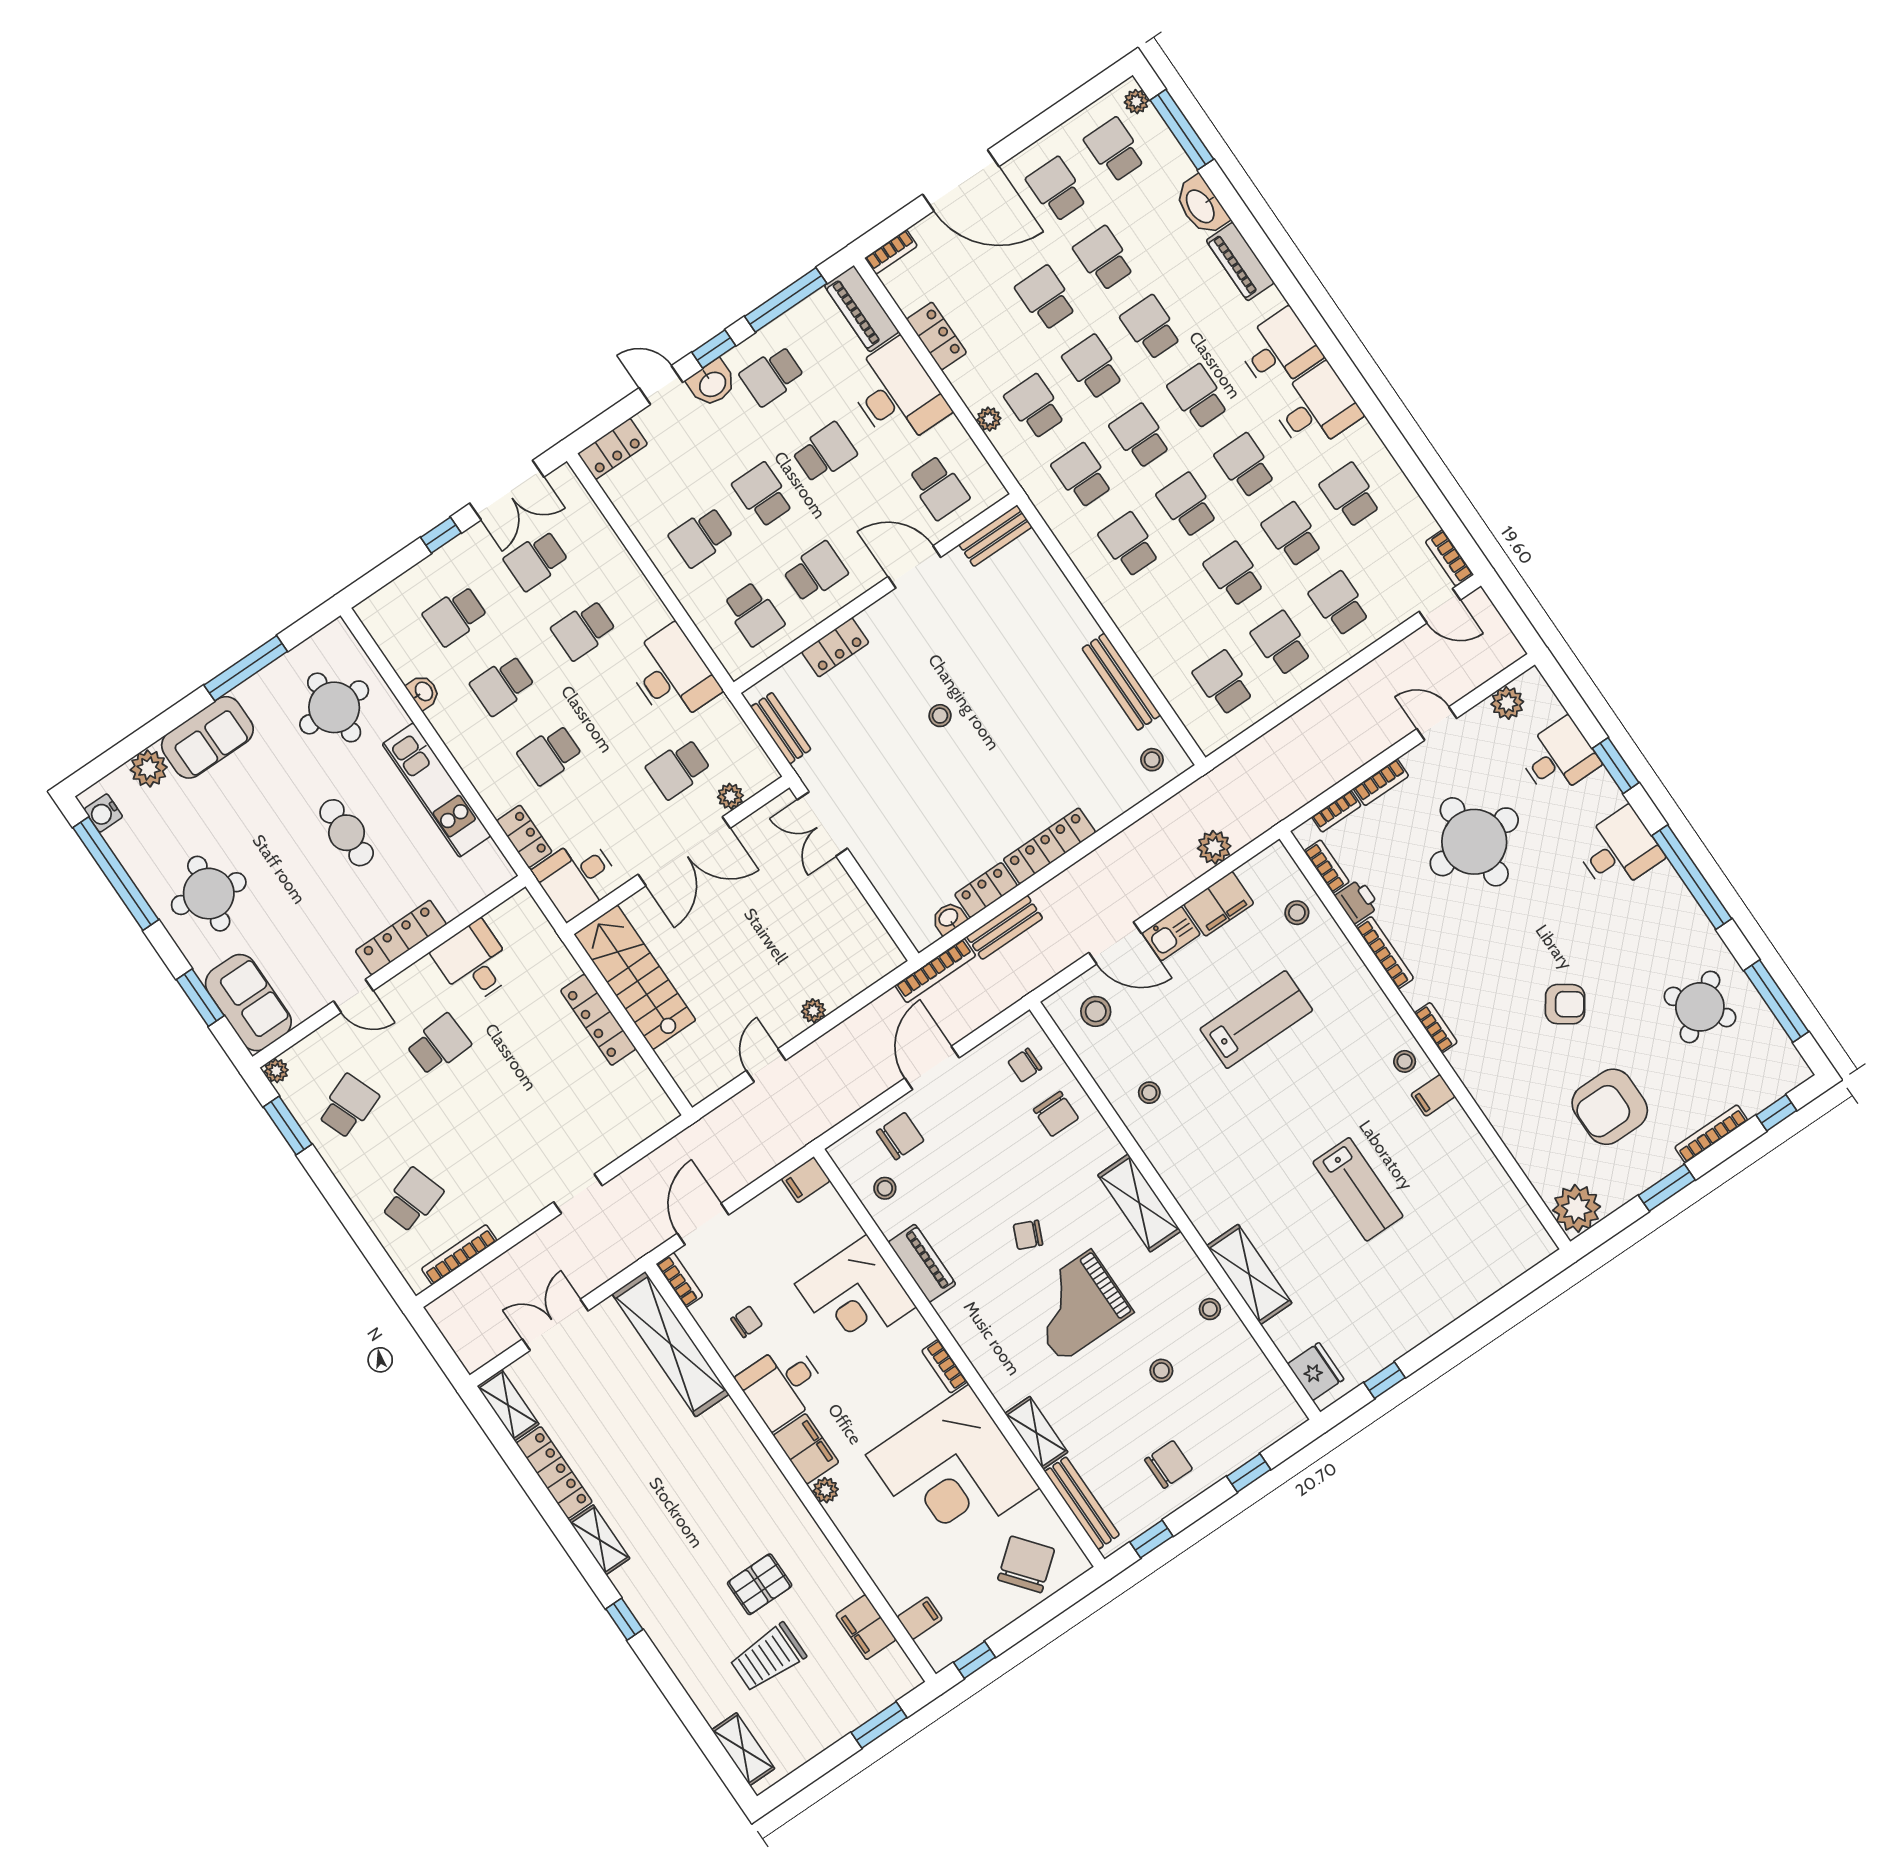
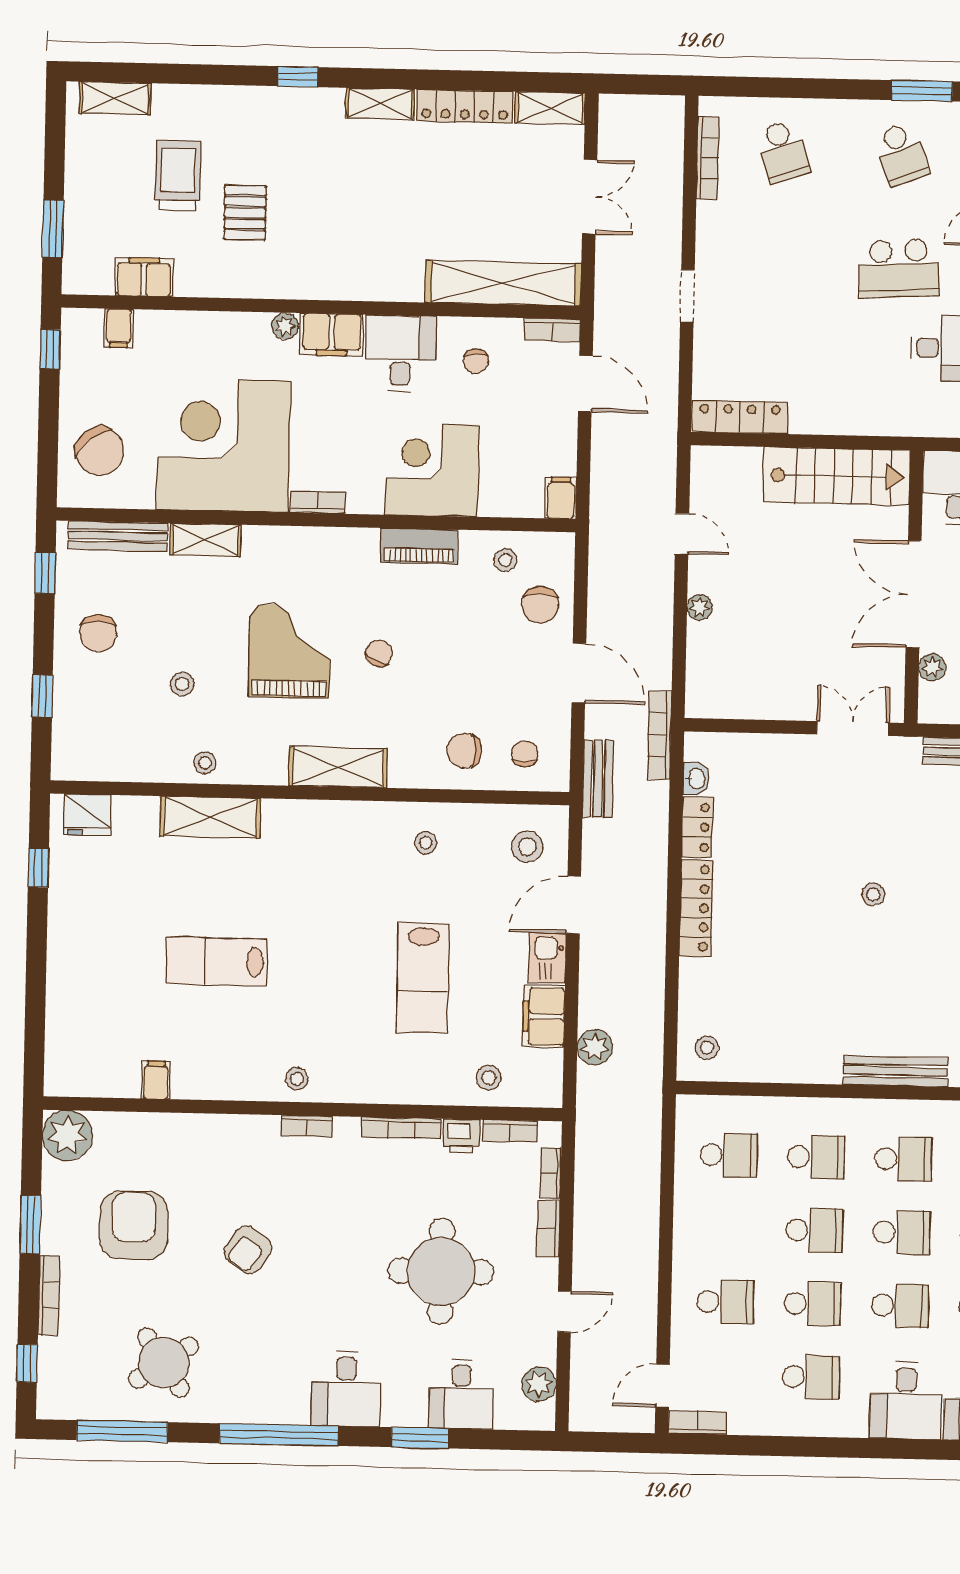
school desk: (1281, 643) -> (816, 1157), moved
bench: (1121, 682) -> (896, 1071), moved
bench: (1005, 927) -> (598, 779), moved
locker: (598, 1020) -> (740, 417), moved
school desk: (439, 1045) -> (899, 268), width x1.85
filing cabinet: (1433, 1095) -> (156, 1080), moved

